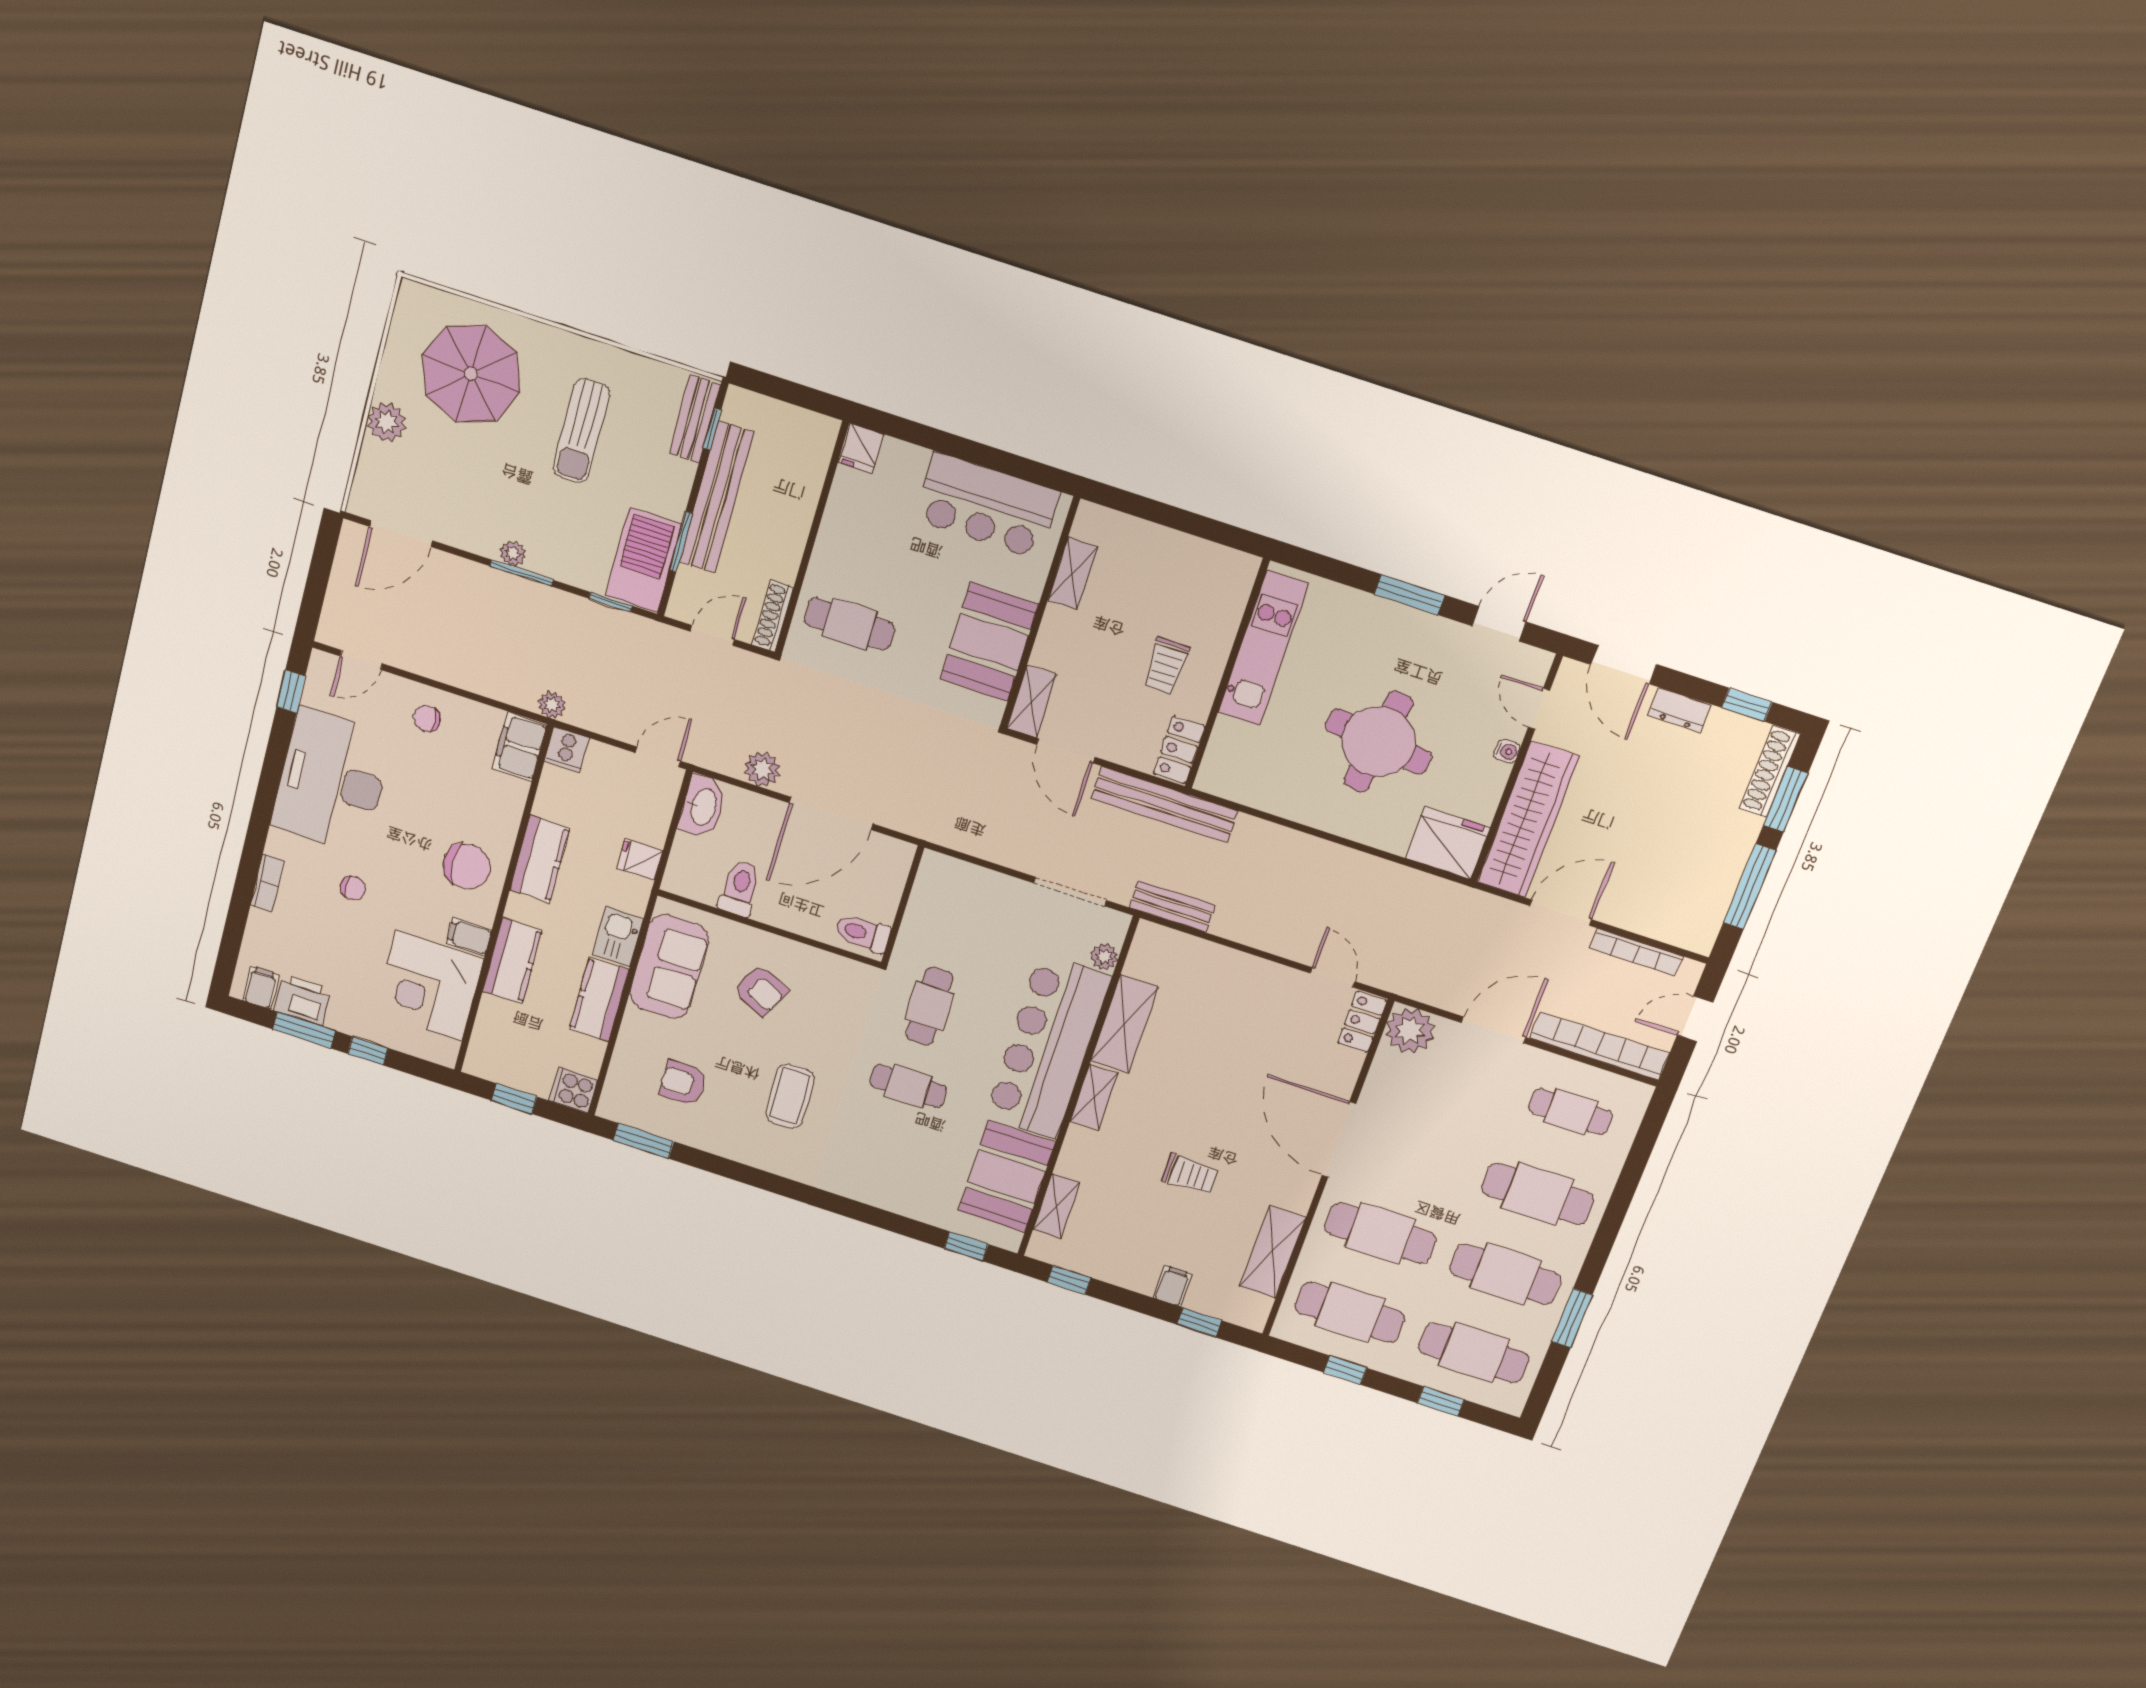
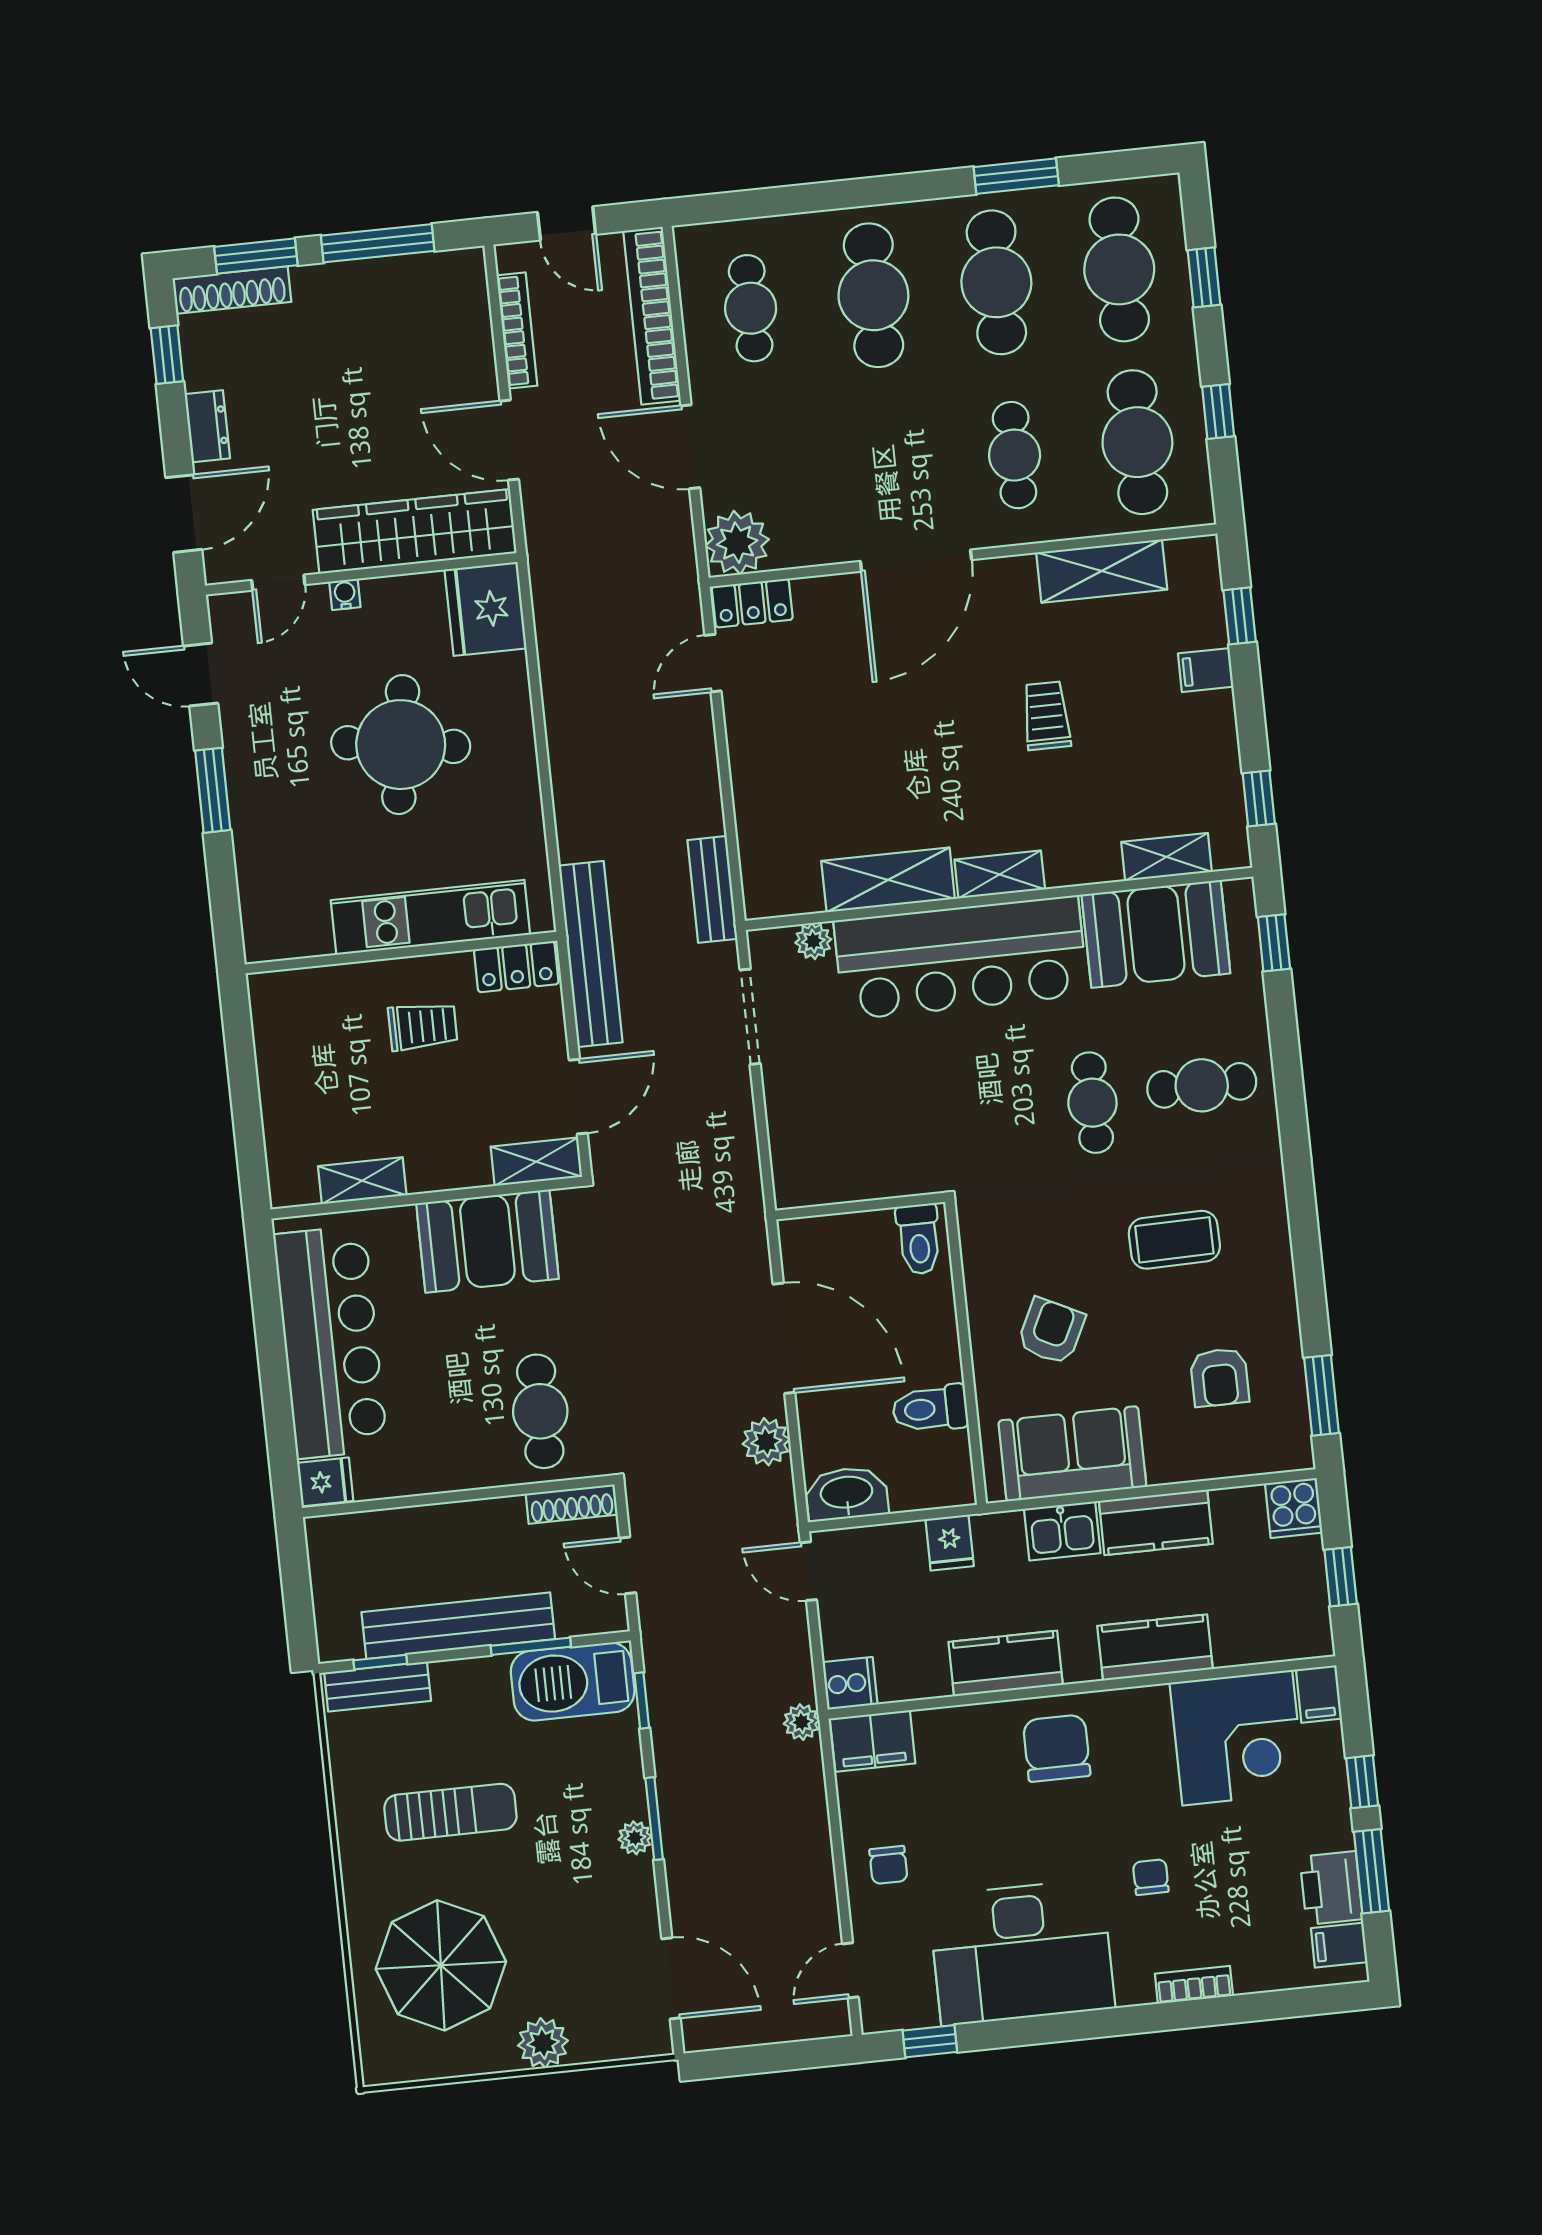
bar counter: (987, 506) -> (331, 1342), width x1.36
kitchen unit: (1263, 648) -> (430, 917), moved
door: (361, 660) -> (850, 1970), swing flipped
filing cabinet: (469, 937) -> (1319, 1694), moved
cafe table: (929, 1006) -> (1202, 1085), moved
cafe table: (1380, 1233) -> (1015, 455), width x0.73, depth x0.74

